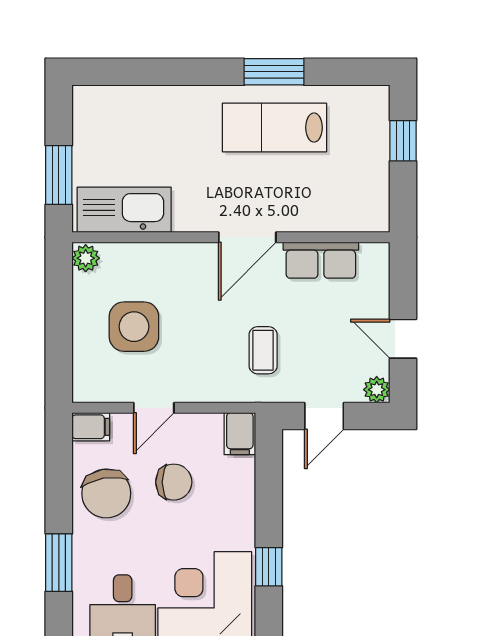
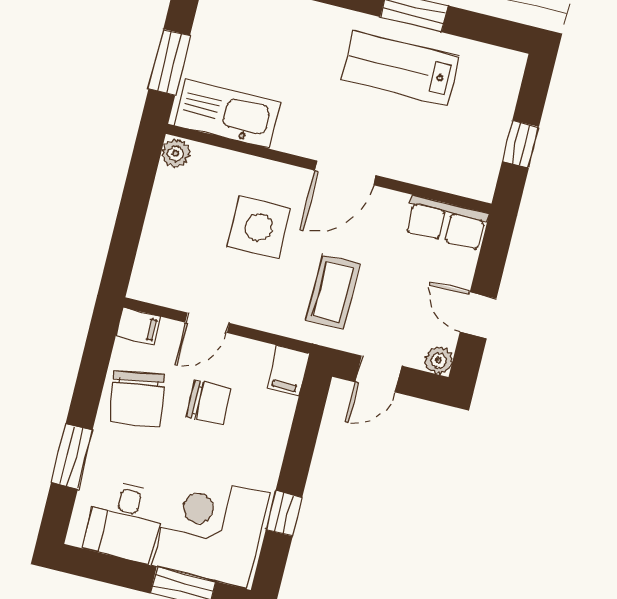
window: (403, 141) -> (521, 144), moved
row of seats: (321, 260) -> (446, 223), moved
side table: (134, 327) -> (259, 227), moved
coffee table: (263, 350) -> (333, 292), width x1.36, depth x1.30

